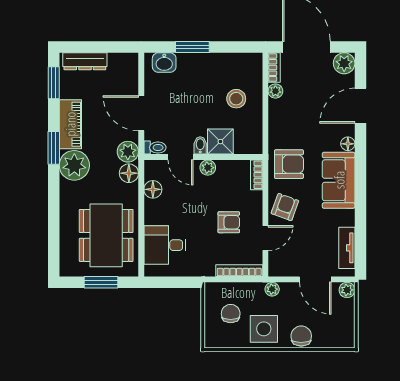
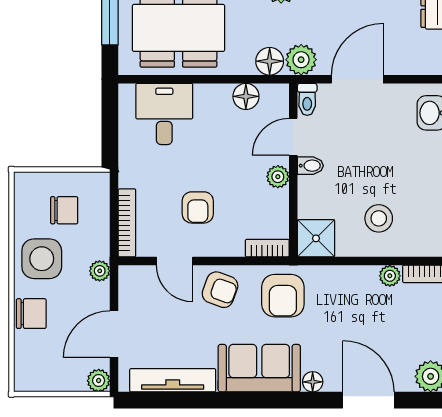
shower: (220, 142) -> (316, 238), moved
tv unit: (347, 248) -> (173, 380), width x1.41

